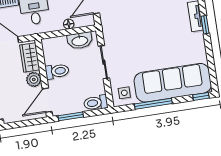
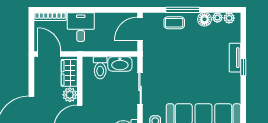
floor lamp: (69, 24) -> (112, 46), removed
toilet: (57, 71) -> (100, 68), moved, turned 90

